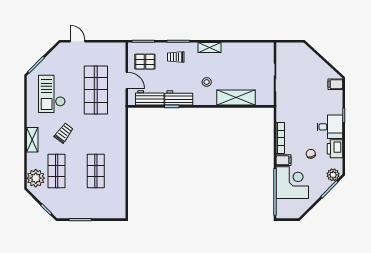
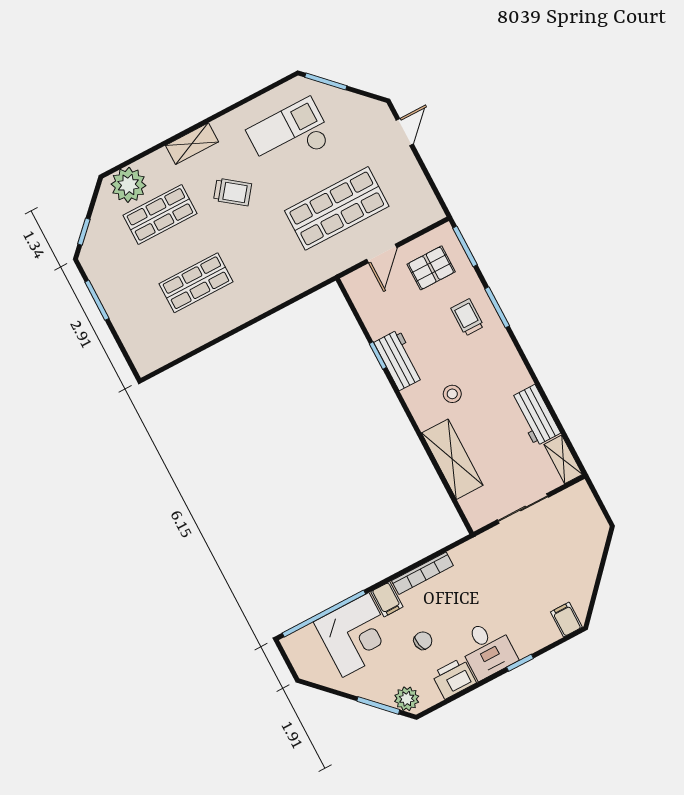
shelving: (210, 48) -> (563, 459), moved
pallet: (145, 62) -> (431, 268), turned 90
workbench: (150, 98) -> (535, 415), moved, turned 180

